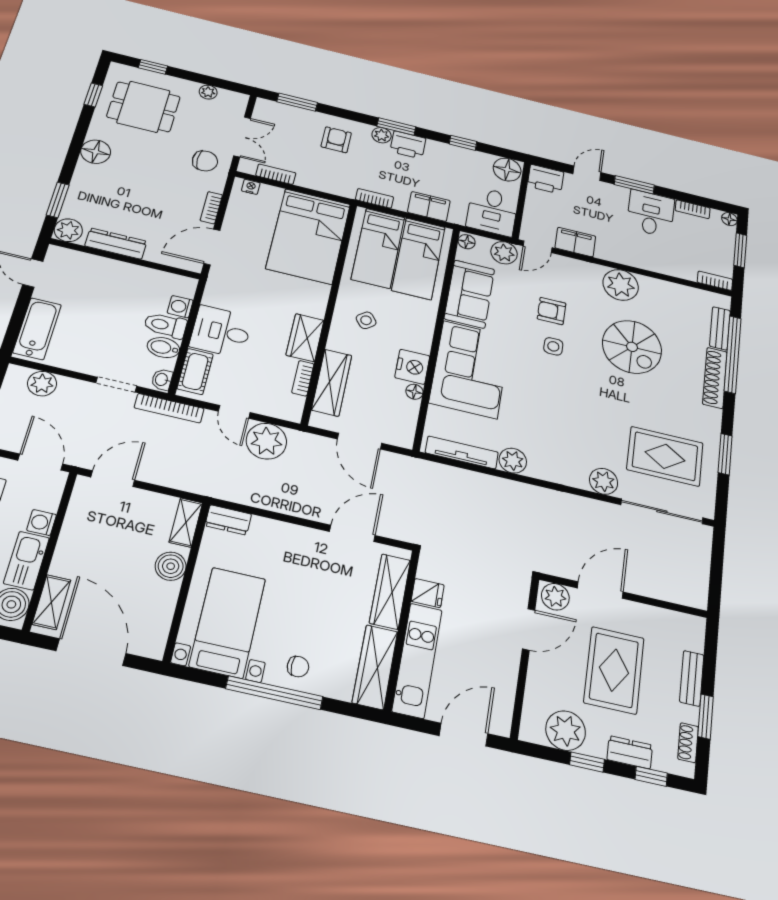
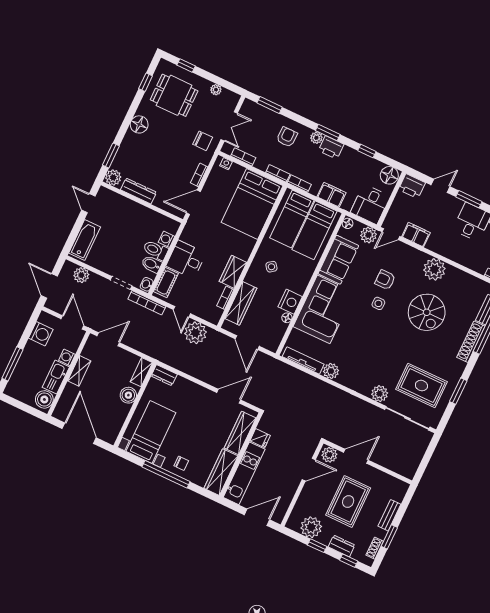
bookcase: (337, 189) -> (278, 173), added
shelving: (51, 602) -> (79, 371), moved

